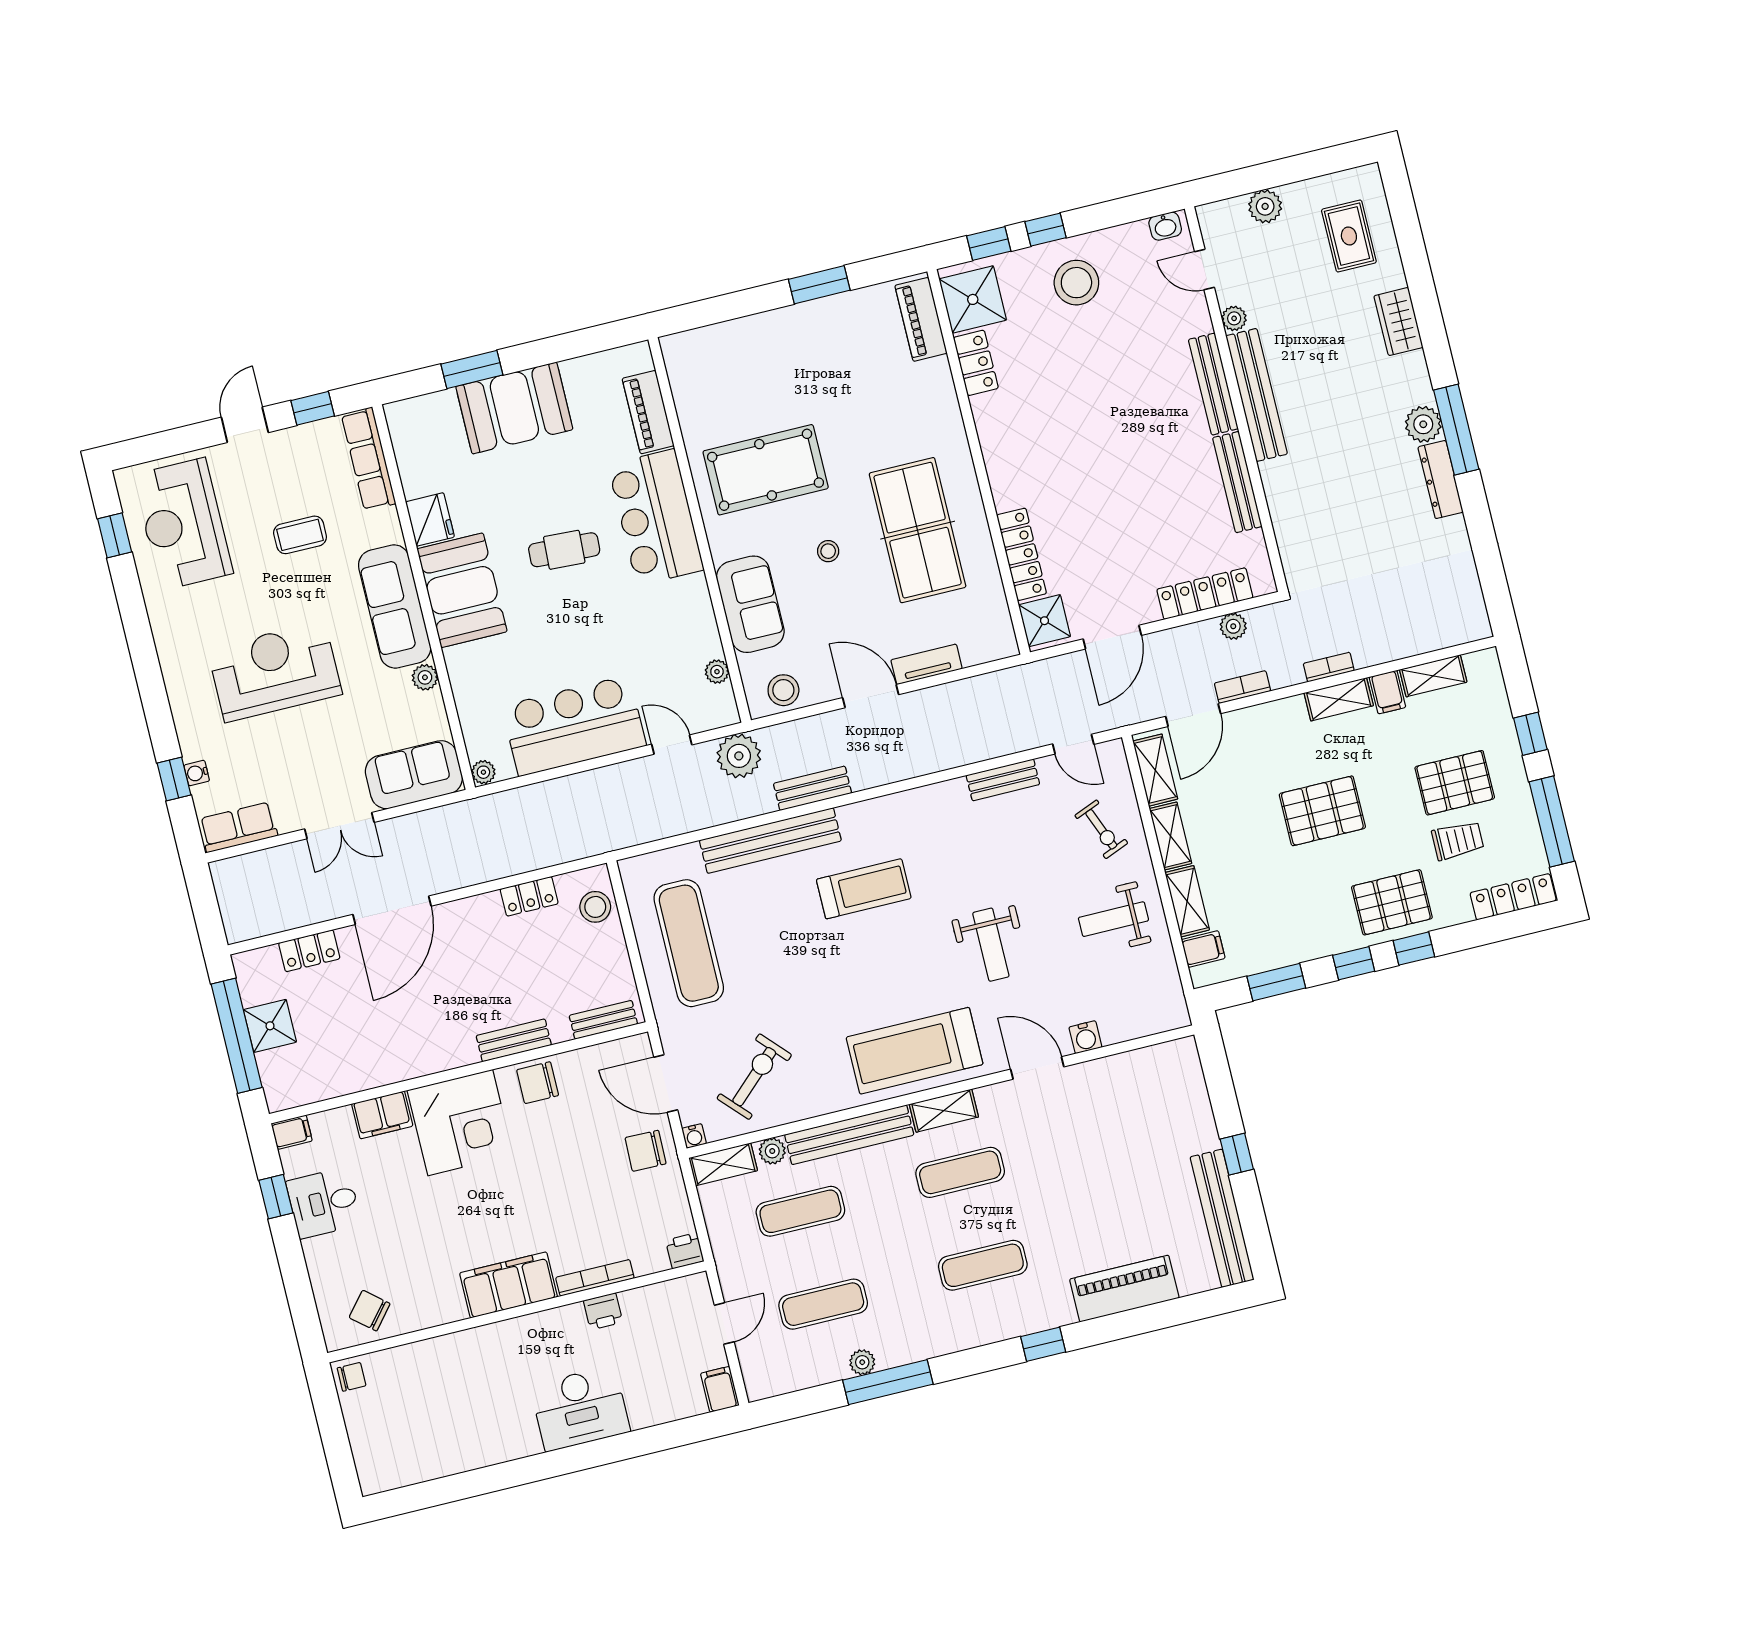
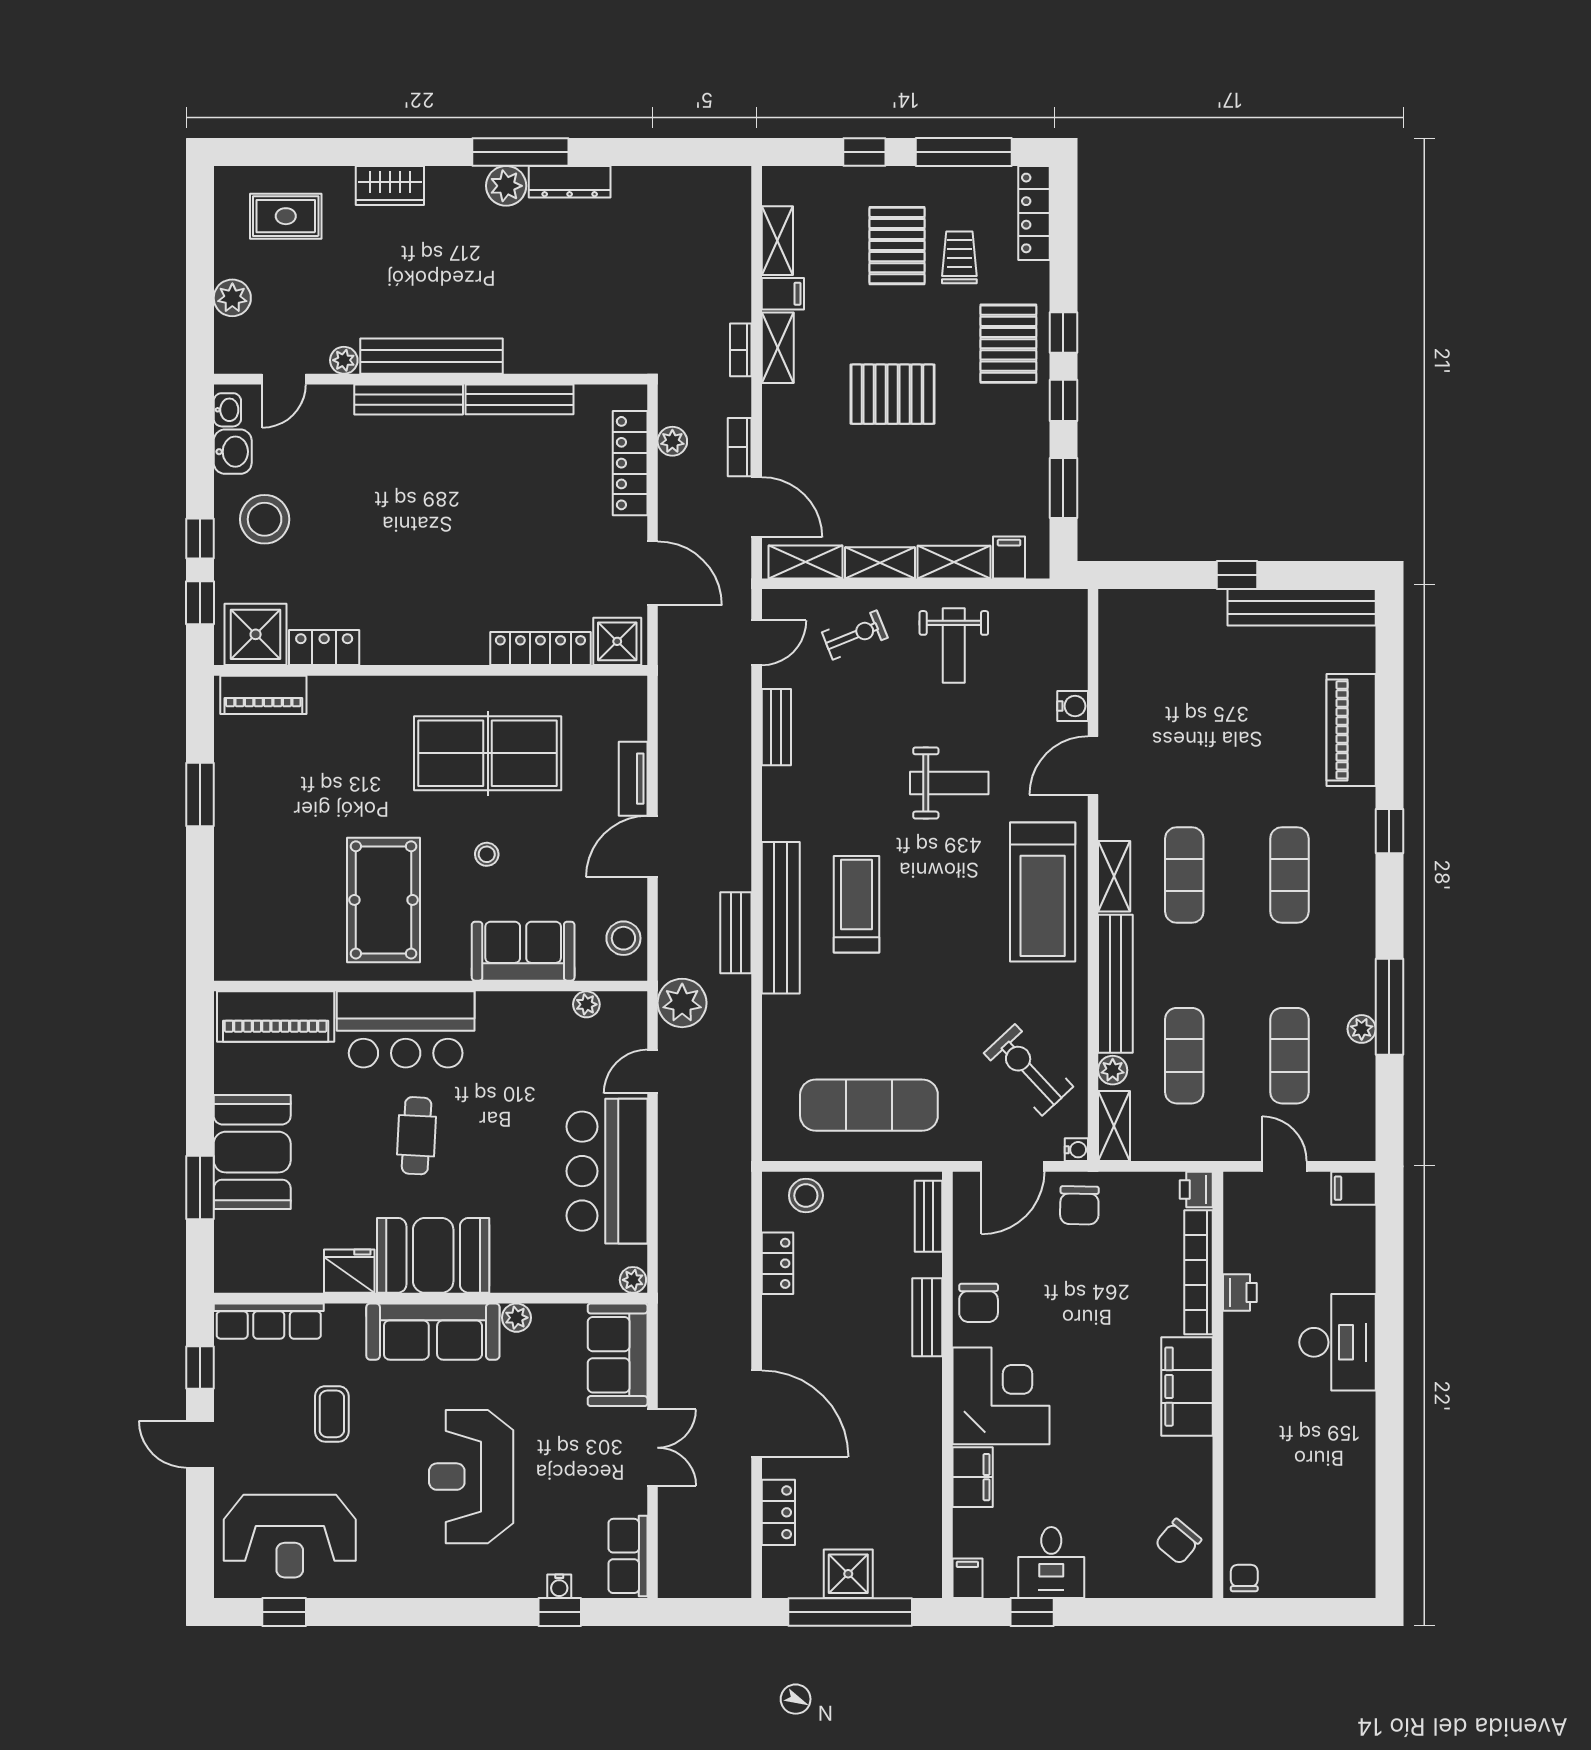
washbasin: (1129, 240) -> (233, 452), added
piano: (648, 412) -> (276, 1017), width x1.37, depth x1.33
pallet: (1322, 811) -> (893, 394), turned 90
bench: (770, 841) -> (781, 918), moved
bookcase: (595, 1278) -> (1199, 1272), width x1.48, depth x1.31

